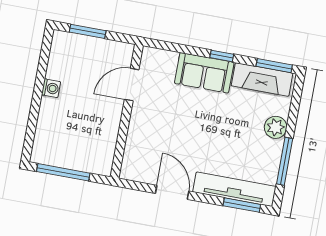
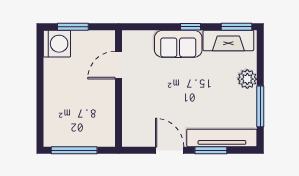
washing machine: (51, 88) -> (57, 44), moved, width x1.89, depth x1.89
window: (242, 205) -> (211, 150), moved

